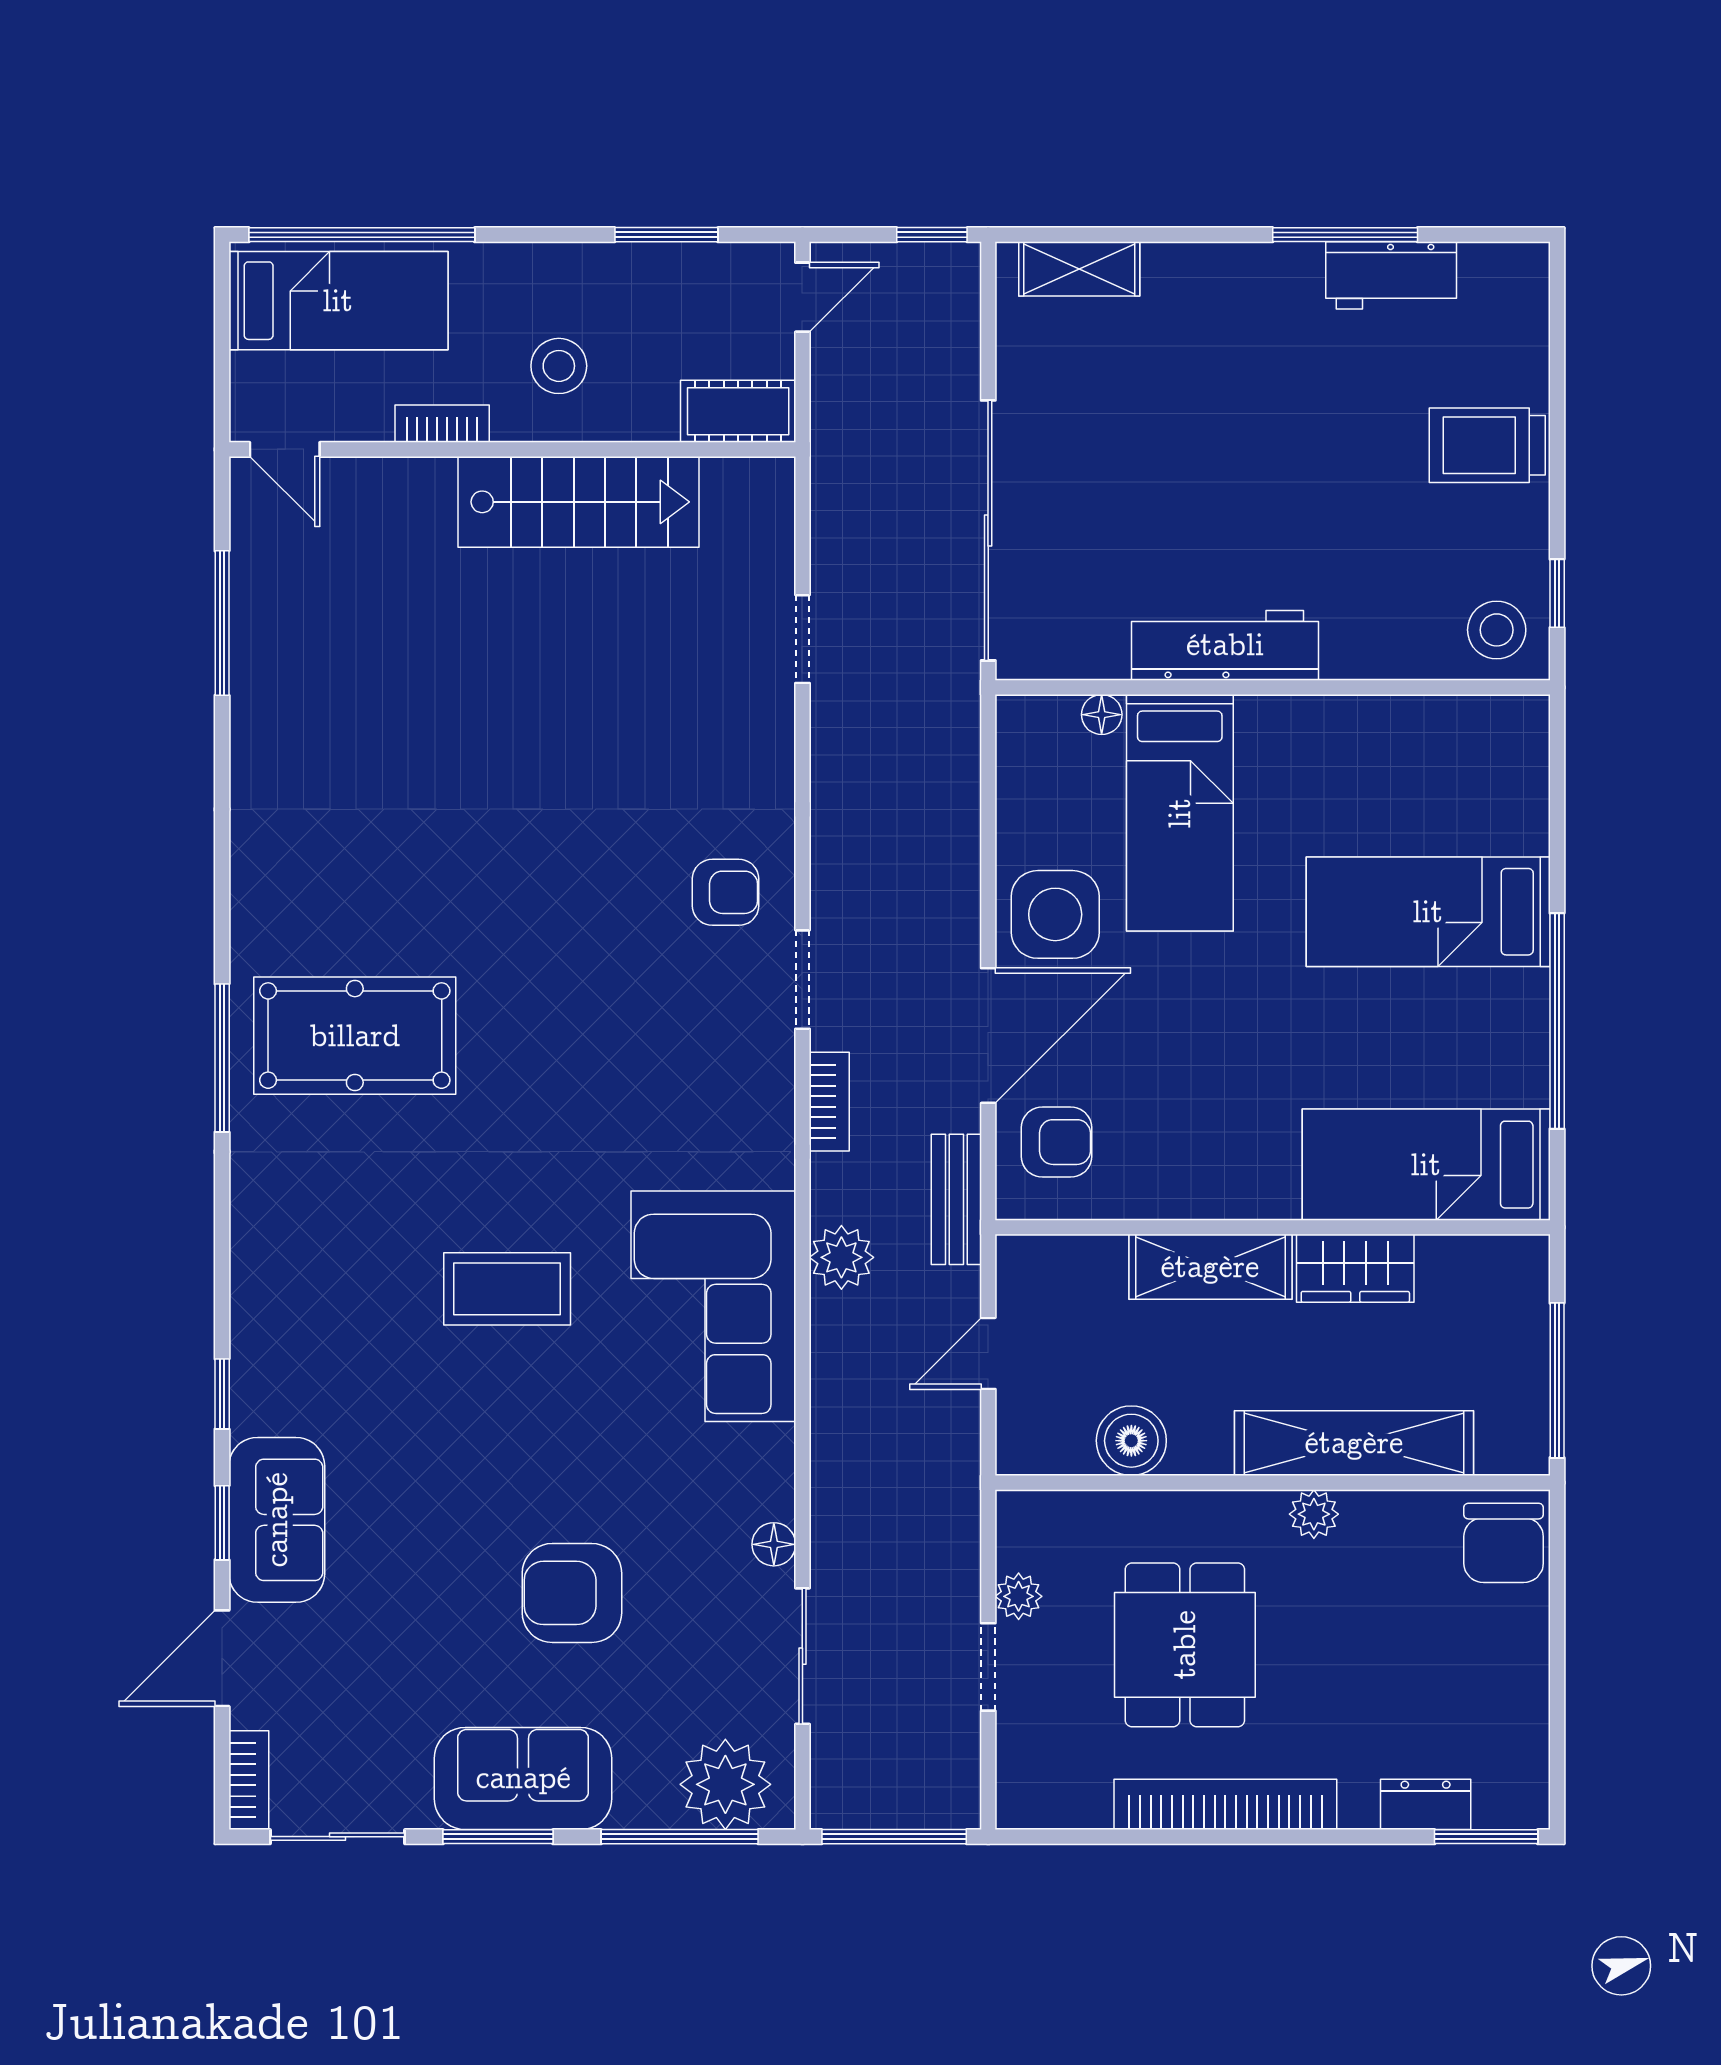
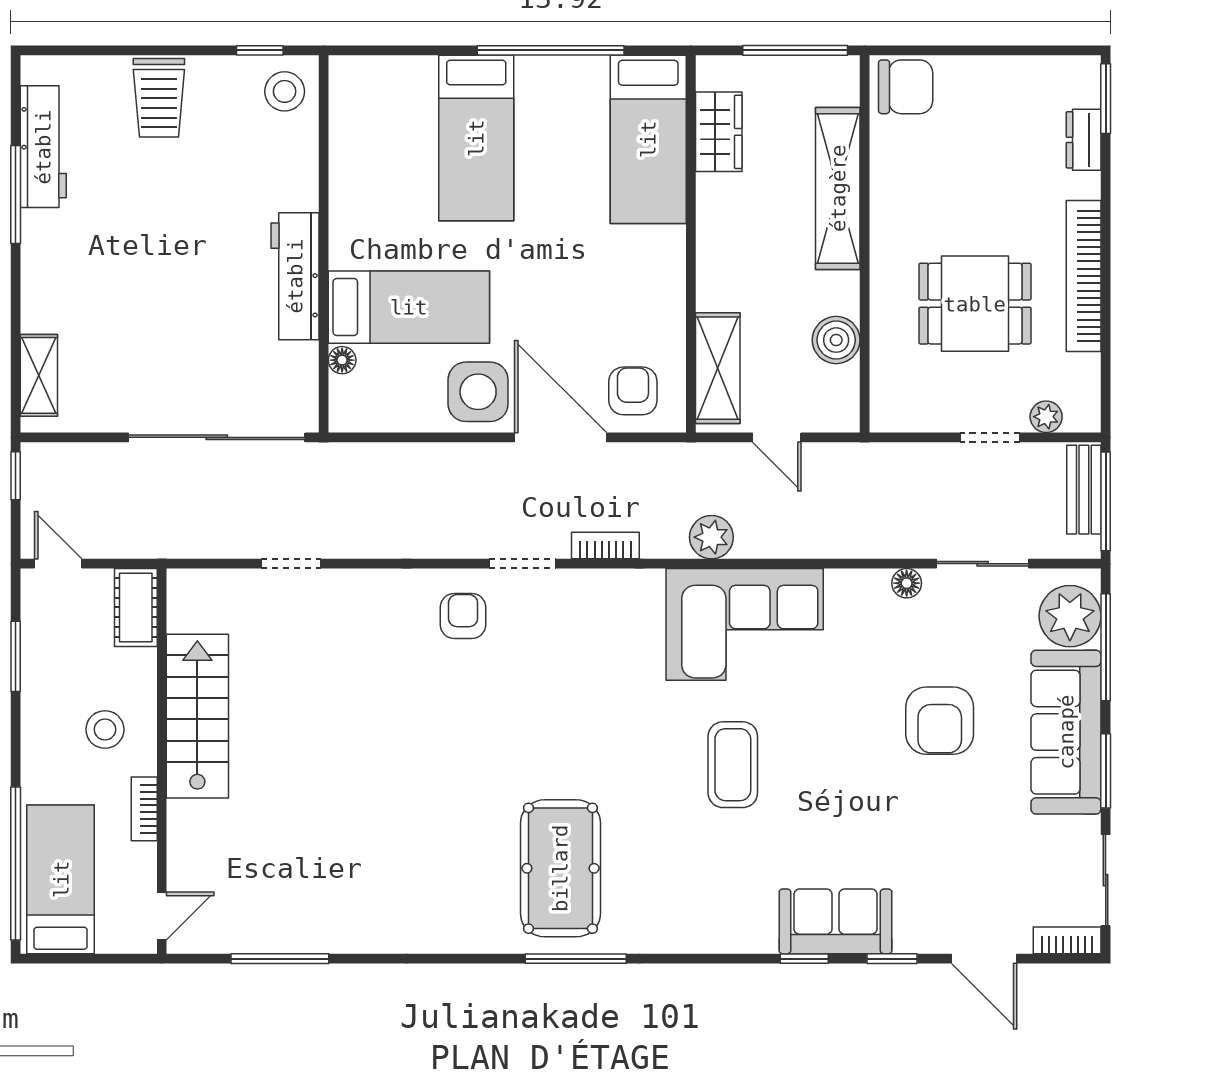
workbench: (1391, 275) -> (43, 147), width x1.37
bench: (956, 1199) -> (1084, 490), moved, turned 90
shelving: (1210, 1267) -> (718, 368), moved
wardrobe: (1355, 1268) -> (719, 132), moved
plant: (1314, 1514) -> (886, 216), removed
sofa: (277, 1520) -> (836, 921), moved
plant: (1019, 1596) -> (1046, 417), moved
sofa: (523, 1778) -> (1066, 732), width x1.36

